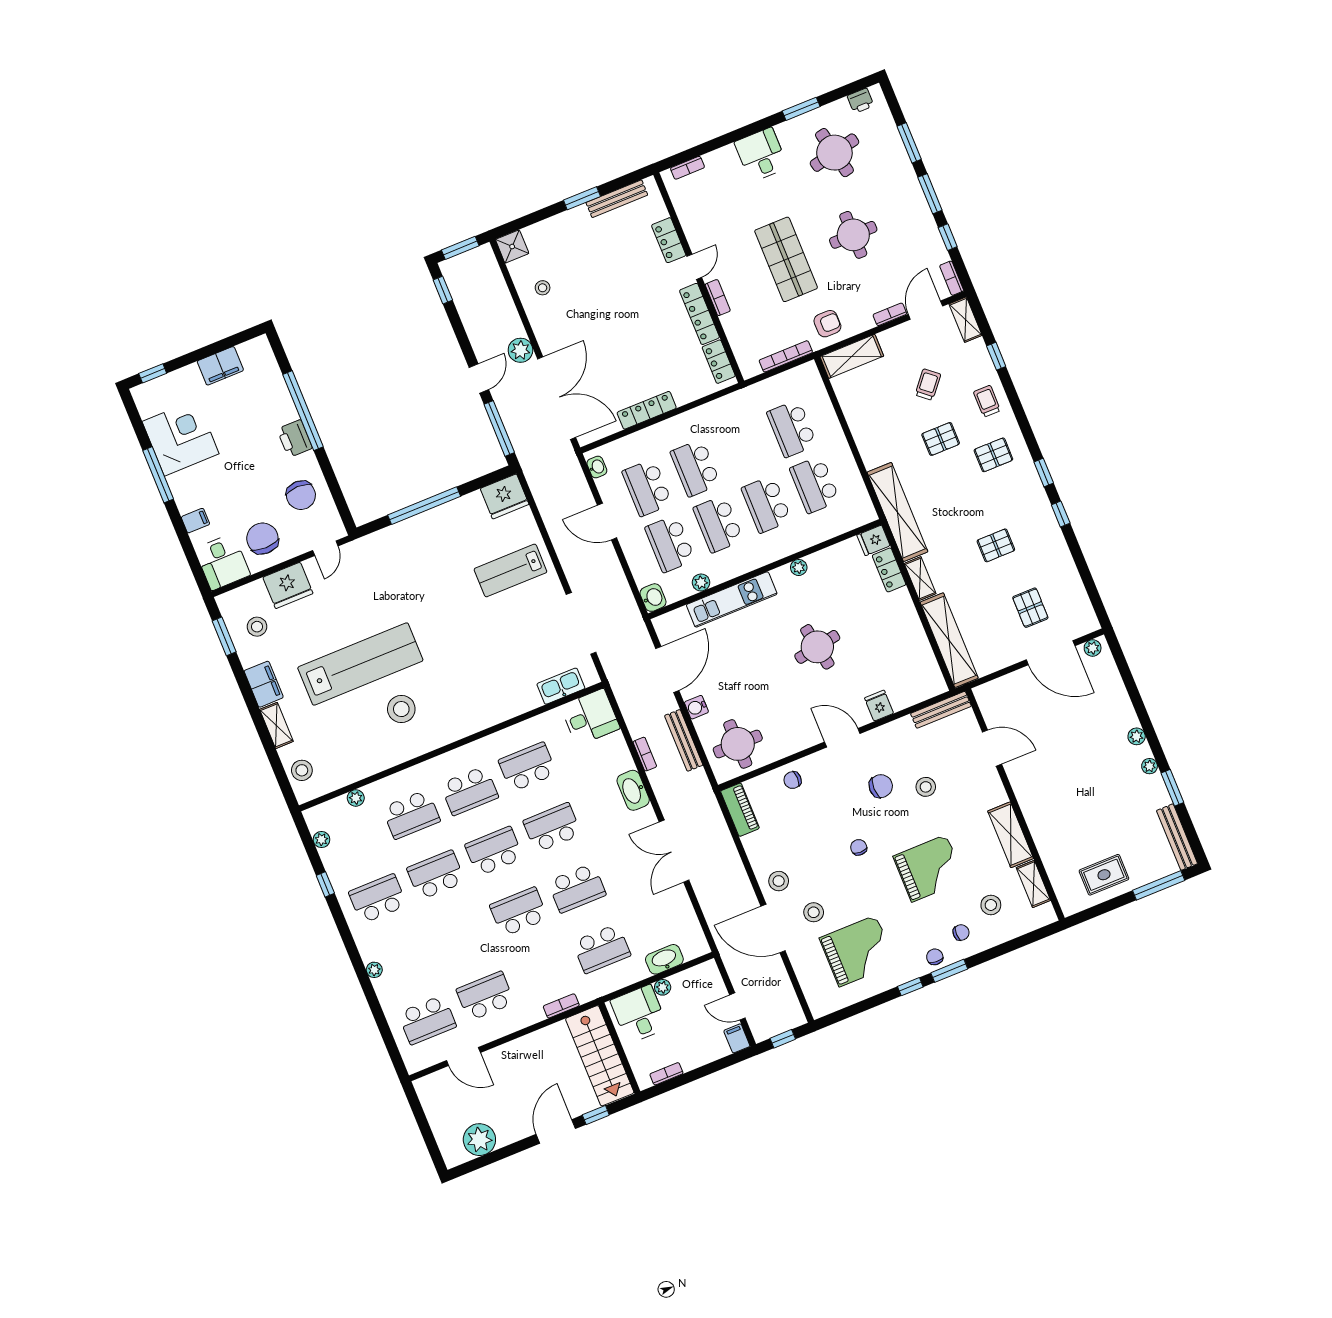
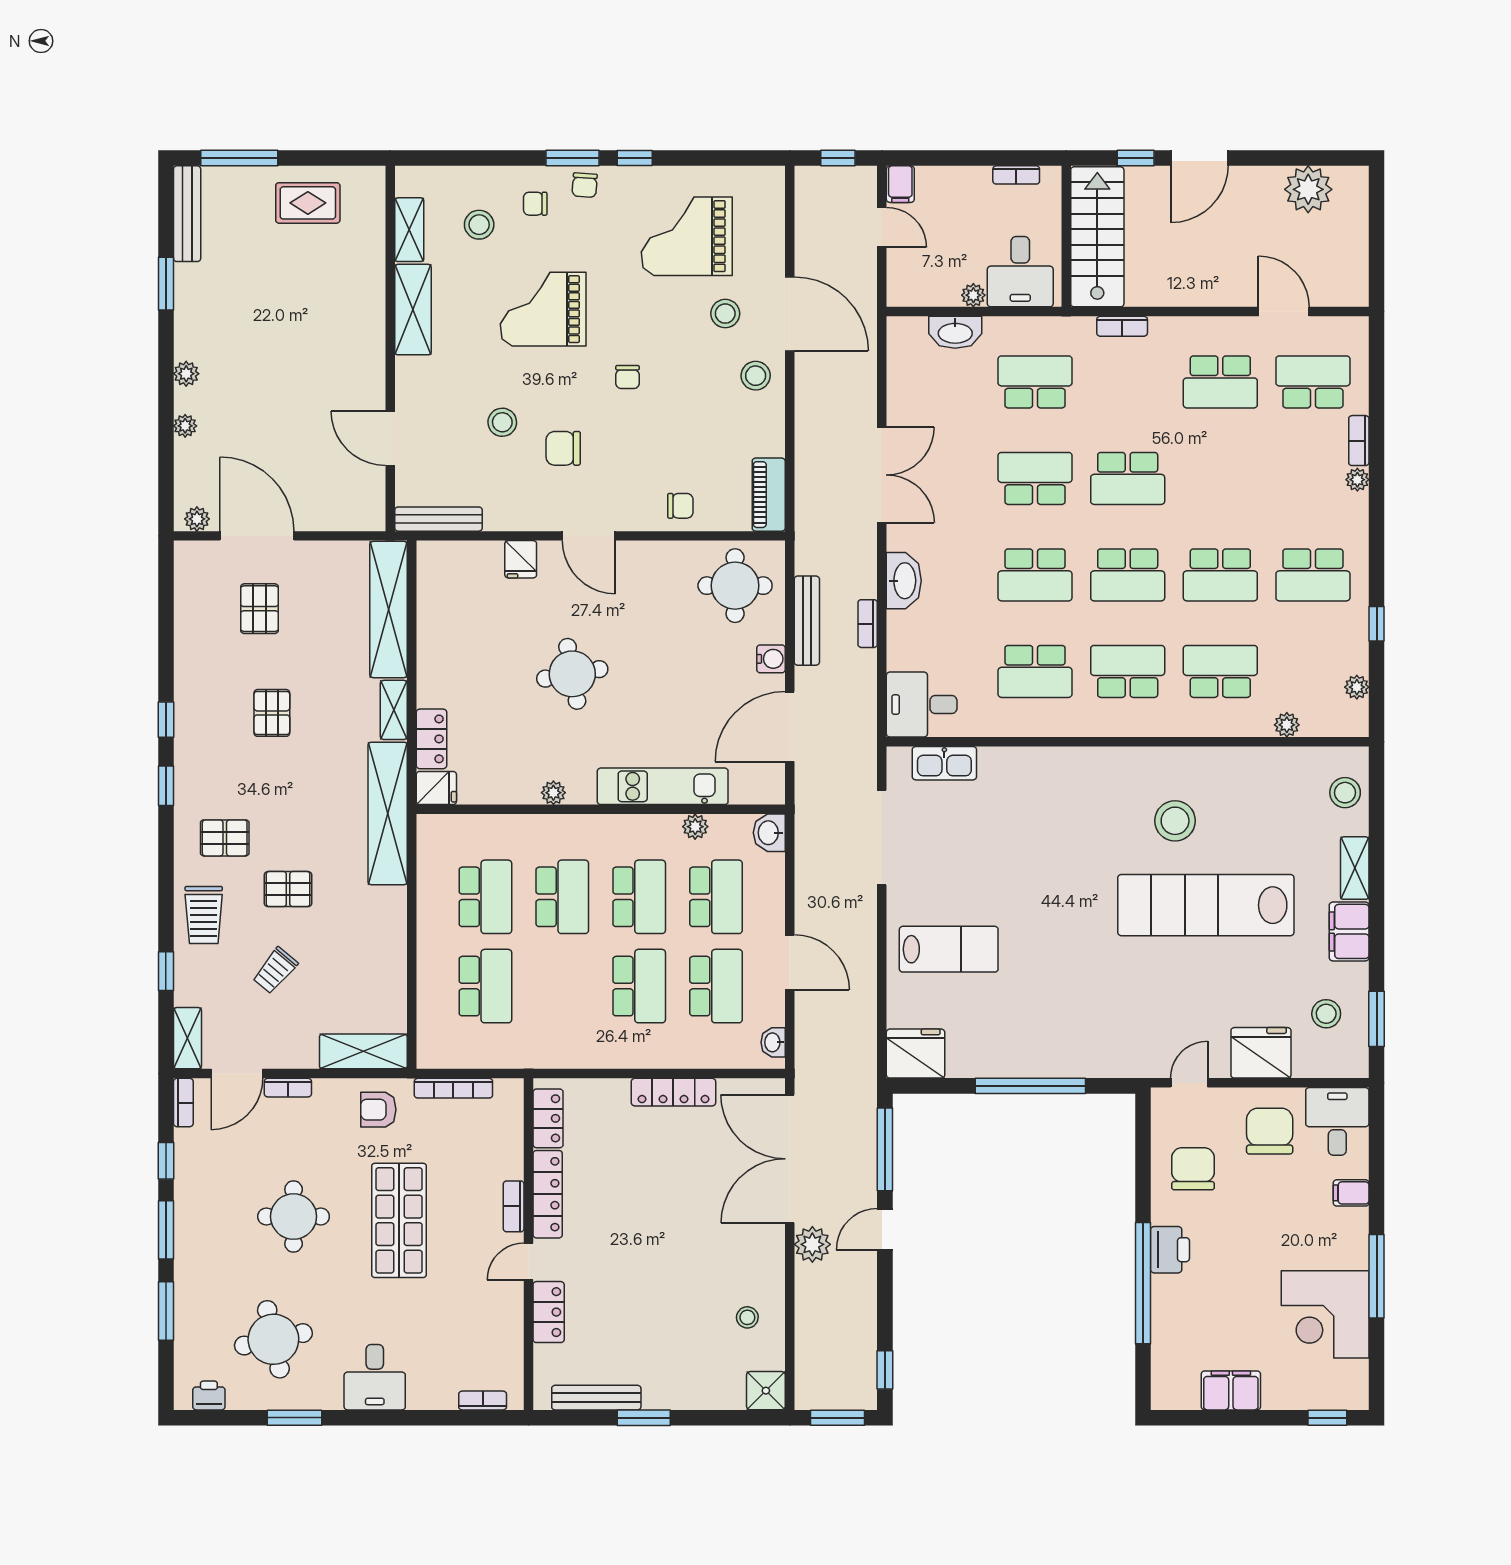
trolley: (987, 401) -> (204, 915), width x1.36, depth x1.39
chair: (262, 539) -> (1270, 1131), turned 180
pallet: (996, 545) -> (272, 713), turned 90
plant: (1150, 766) -> (185, 426), moved
bookcase: (383, 995) -> (1359, 441), added

